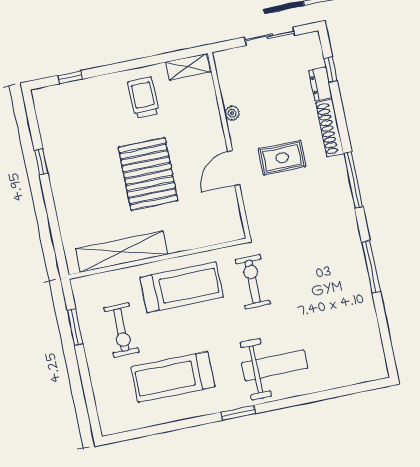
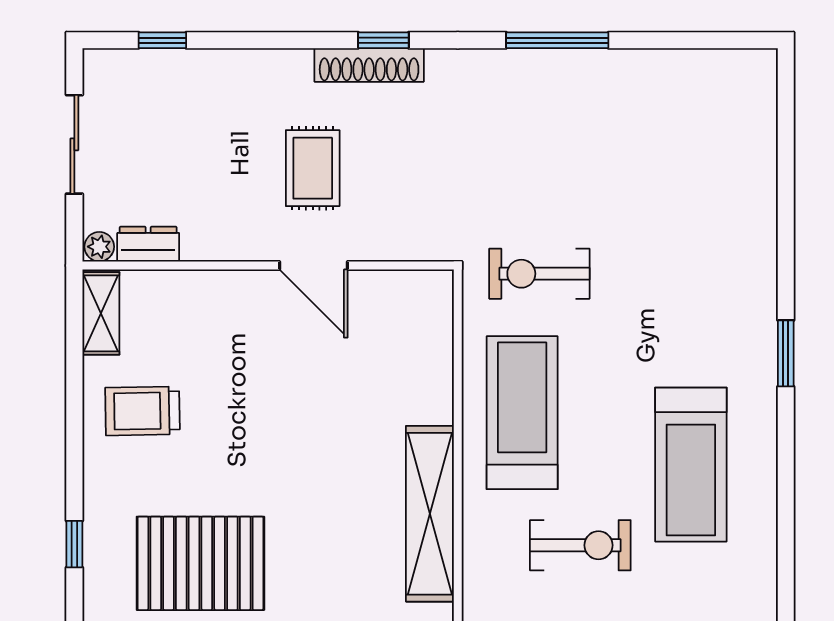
dresser: (320, 84) -> (148, 244), moved, turned 180
plant: (232, 113) -> (99, 247), moved
shoe rack: (330, 128) -> (369, 65), moved
pallet: (148, 174) -> (200, 563), moved
window: (353, 180) -> (383, 40), width x0.46
weight bench: (275, 365) -> (709, 265), removed

